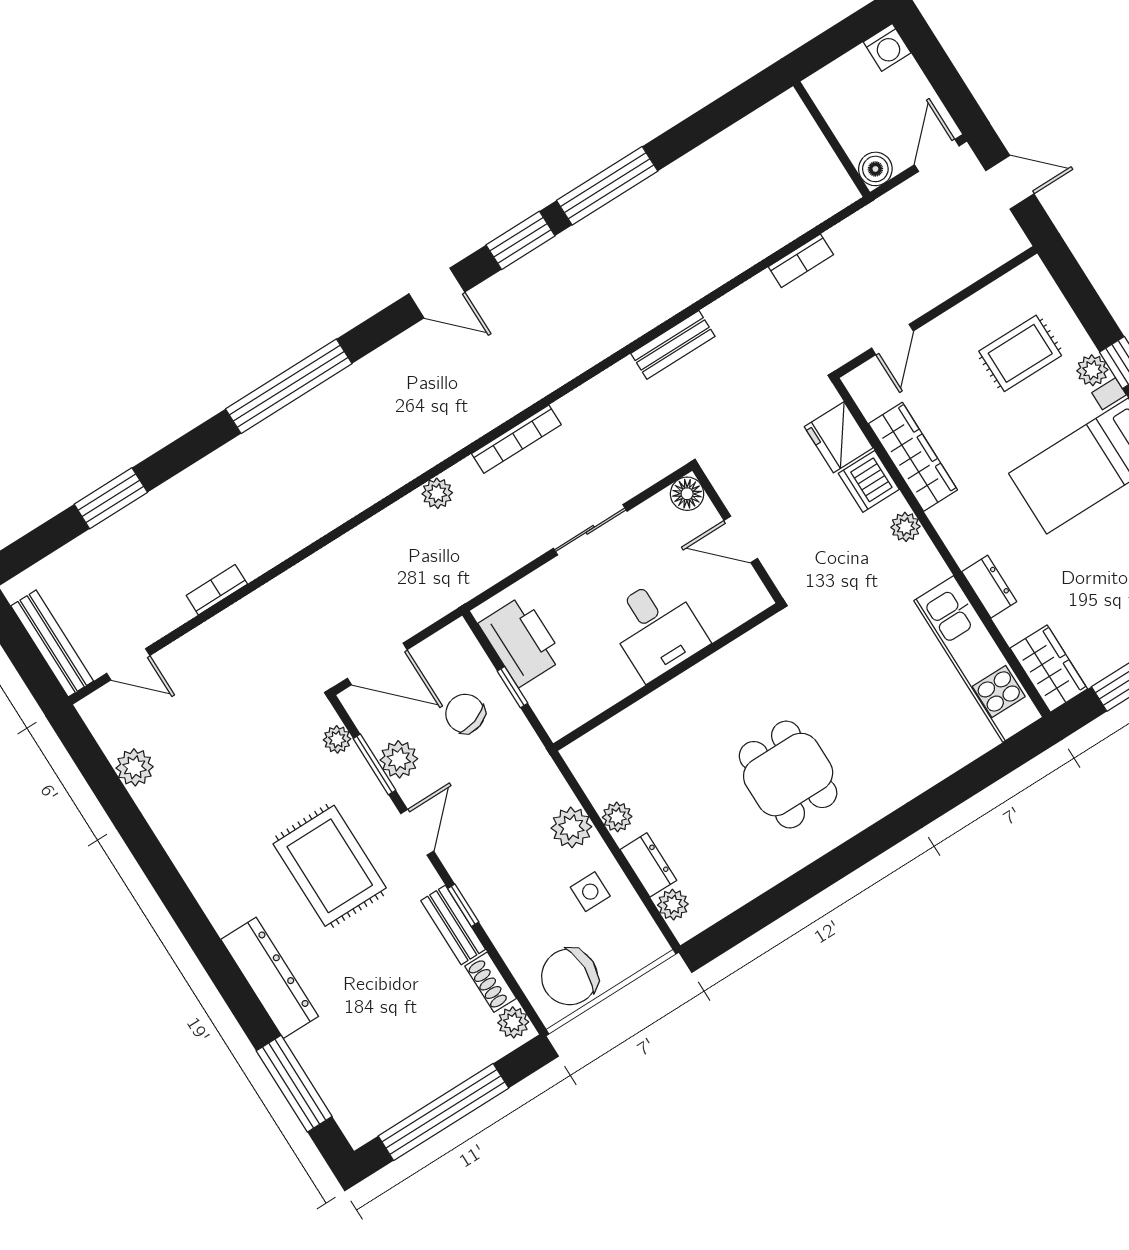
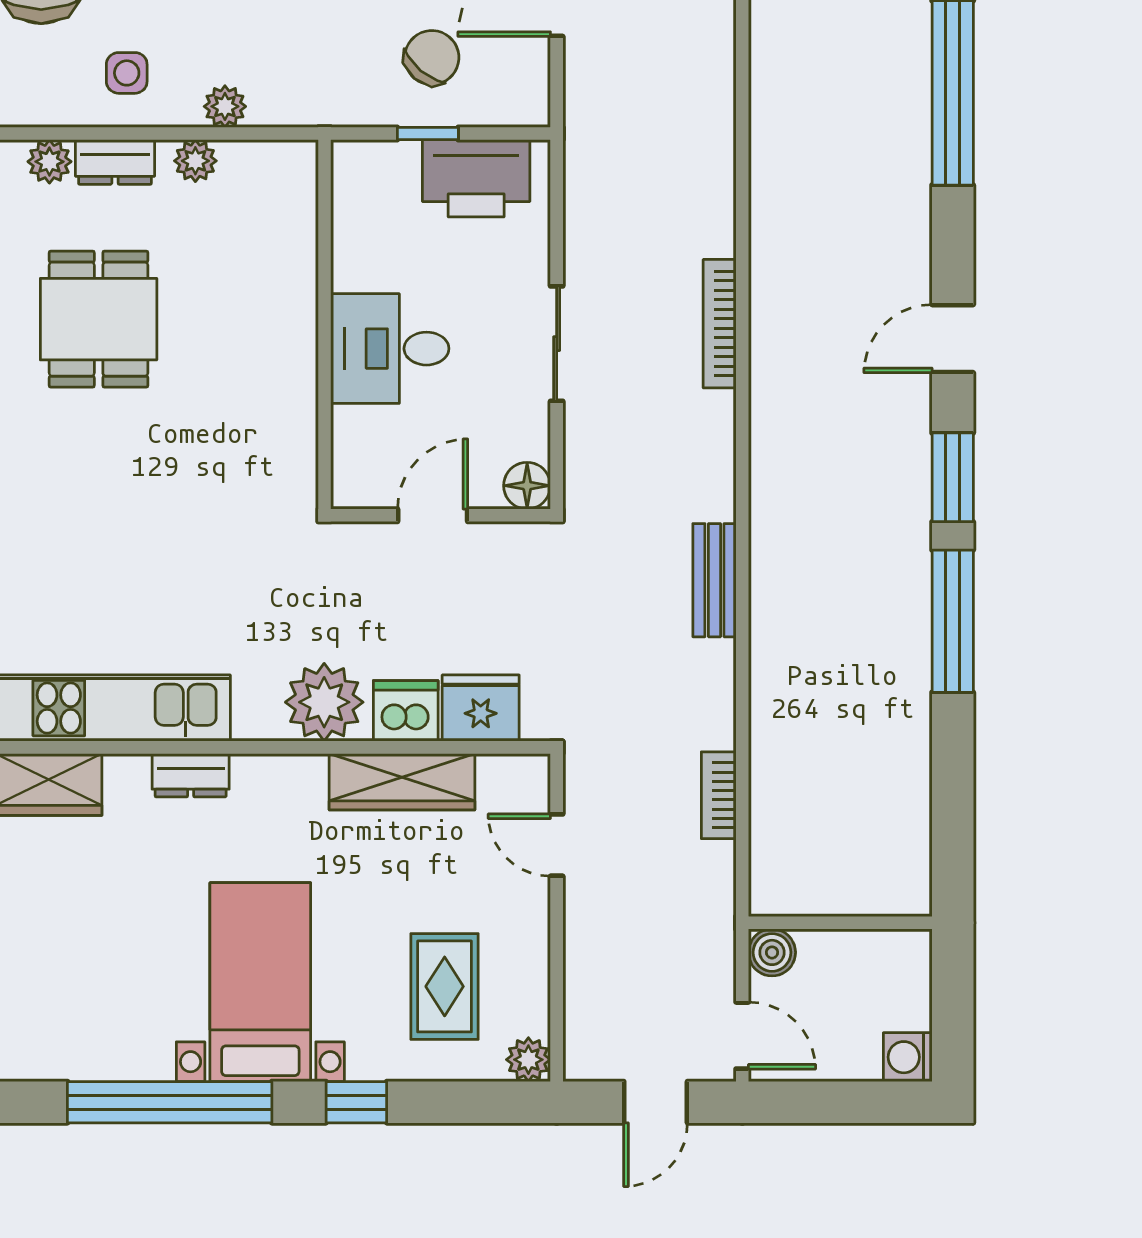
plant: (1092, 370) -> (528, 1060), moved
plant: (437, 493) -> (714, 189), removed
plant: (905, 527) -> (324, 702), width x1.88, depth x1.88
chair: (465, 714) -> (432, 58), turned -32
dining table: (788, 775) -> (99, 319), moved, turned 90
plant: (571, 827) -> (225, 106), width x0.73, depth x0.73

